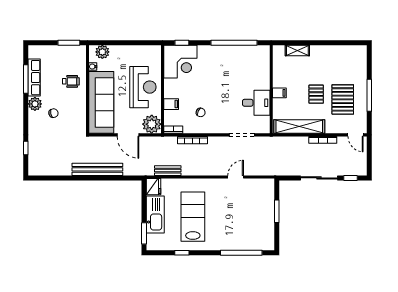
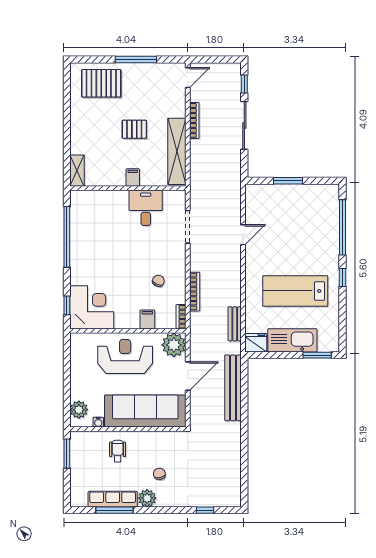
shelving: (297, 50) -> (77, 171), moved
pallet: (343, 99) -> (101, 83), moved
bench: (97, 169) -> (233, 388), moved
door: (236, 177) -> (243, 235), swing flipped
window: (182, 253) -> (343, 277), moved

